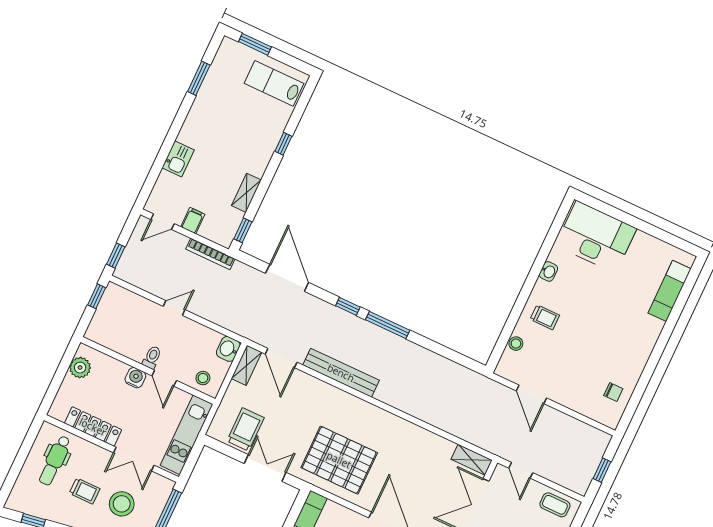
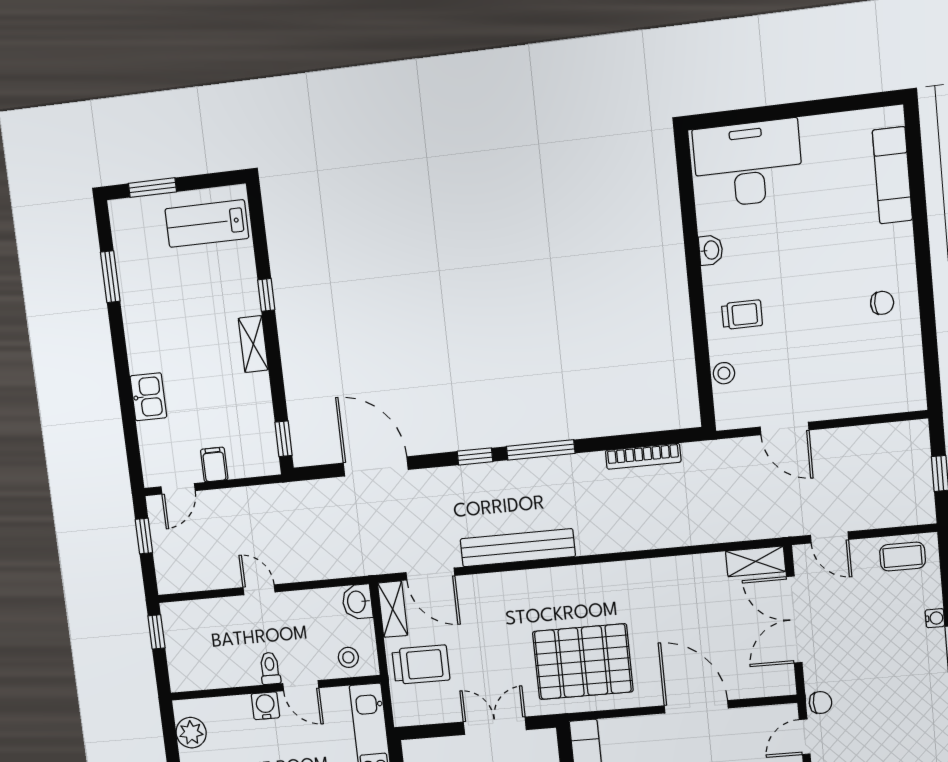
shelving: (246, 193) -> (253, 344), moved
bookcase: (210, 254) -> (643, 456), moved
window: (116, 255) -> (144, 536), moved
door: (174, 308) -> (259, 590), hinge flipped
chair: (613, 392) -> (882, 303), moved
trolley: (245, 429) -> (421, 665), moved, turned 90

